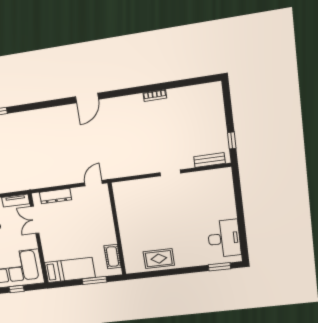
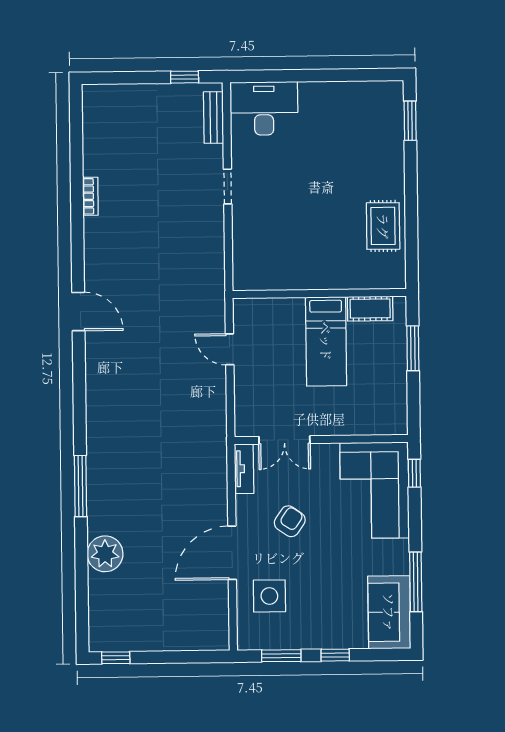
door: (94, 183) -> (230, 349), moved
dresser: (56, 196) -> (245, 394), removed
desk: (224, 239) -> (264, 108), moved
bed: (70, 270) -> (326, 341), moved, turned 180
window: (17, 289) -> (414, 473), moved

